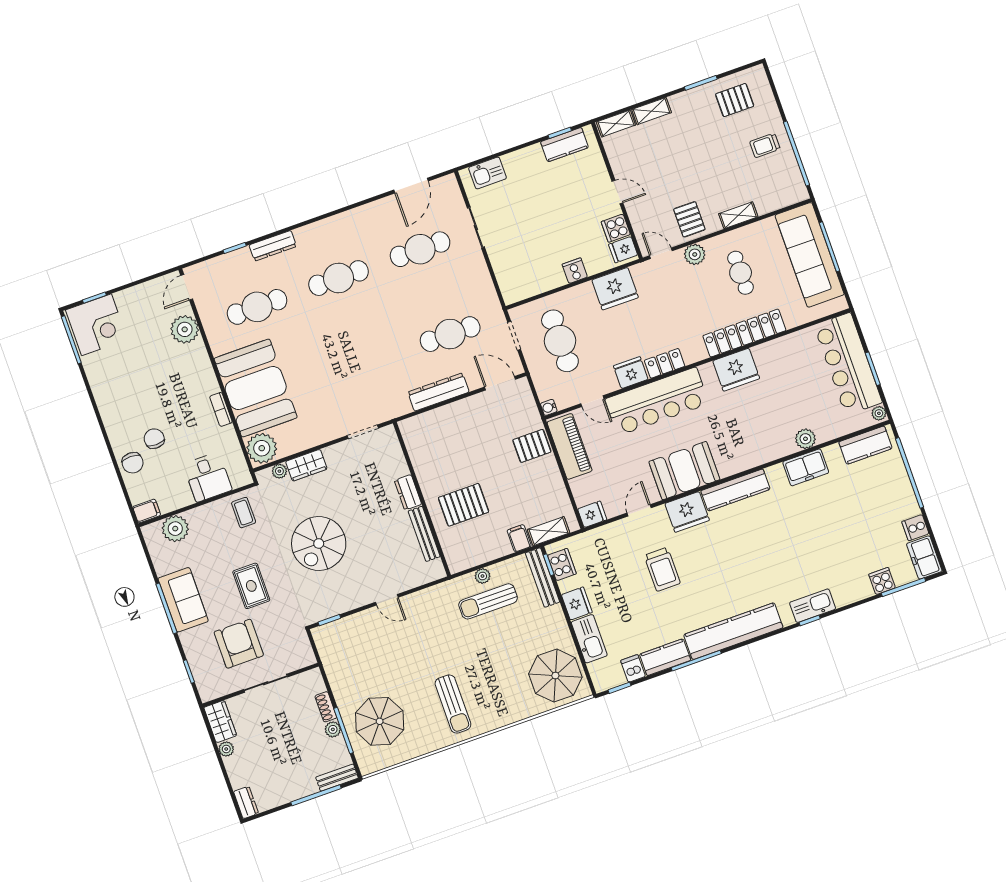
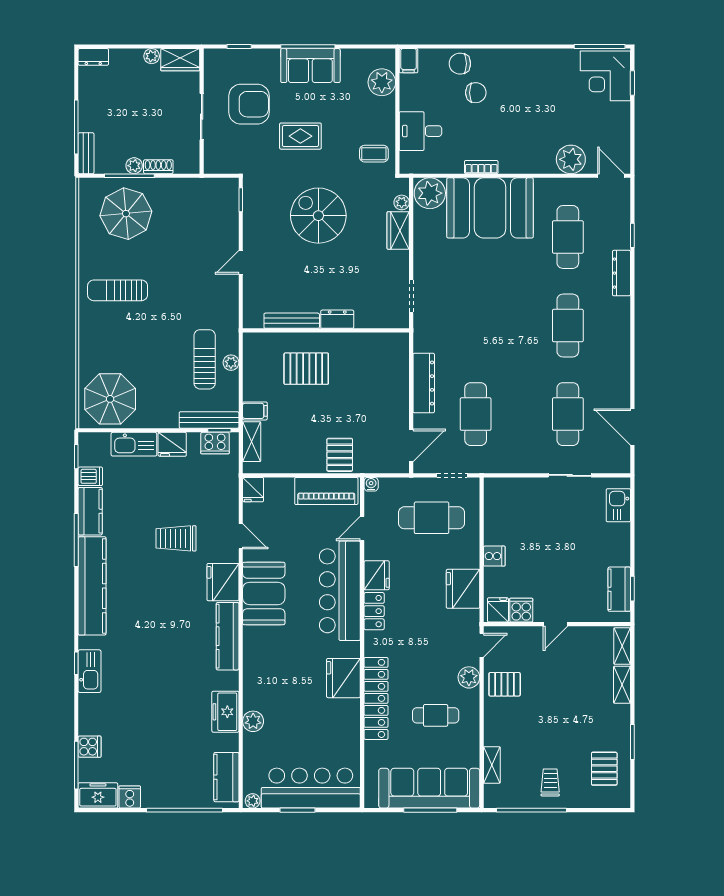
shelving: (738, 215) -> (492, 765), moved
pallet: (464, 505) -> (306, 369), turned 90

